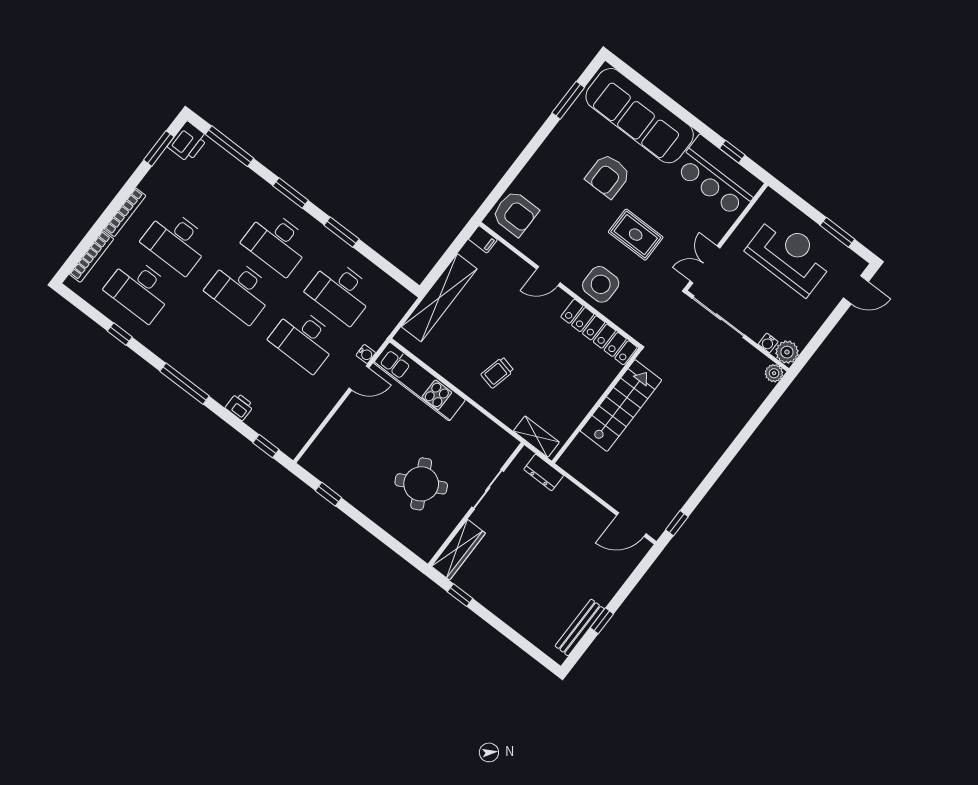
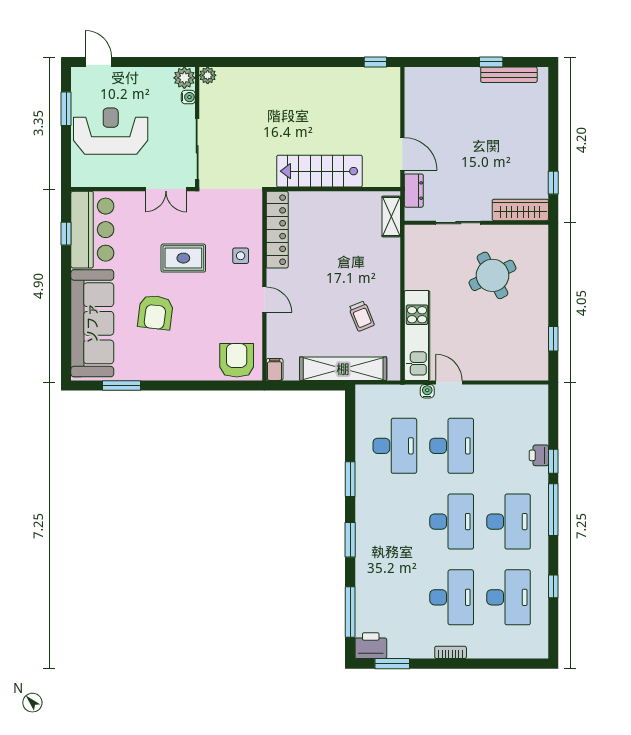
armchair: (608, 176) -> (155, 312), turned 97
bookcase: (125, 212) -> (451, 652), width x0.64
rug: (636, 235) -> (183, 258), turned 90
desk: (277, 242) -> (509, 522), moved
reception desk: (790, 255) -> (111, 131), turned 90
bookcase: (91, 257) -> (512, 652), removed
side table: (601, 284) -> (241, 256), width x0.54, depth x0.54
trolley: (497, 373) -> (361, 316), moved, turned 55
window: (266, 446) -> (553, 461), moved
door: (631, 524) -> (402, 154), moved

